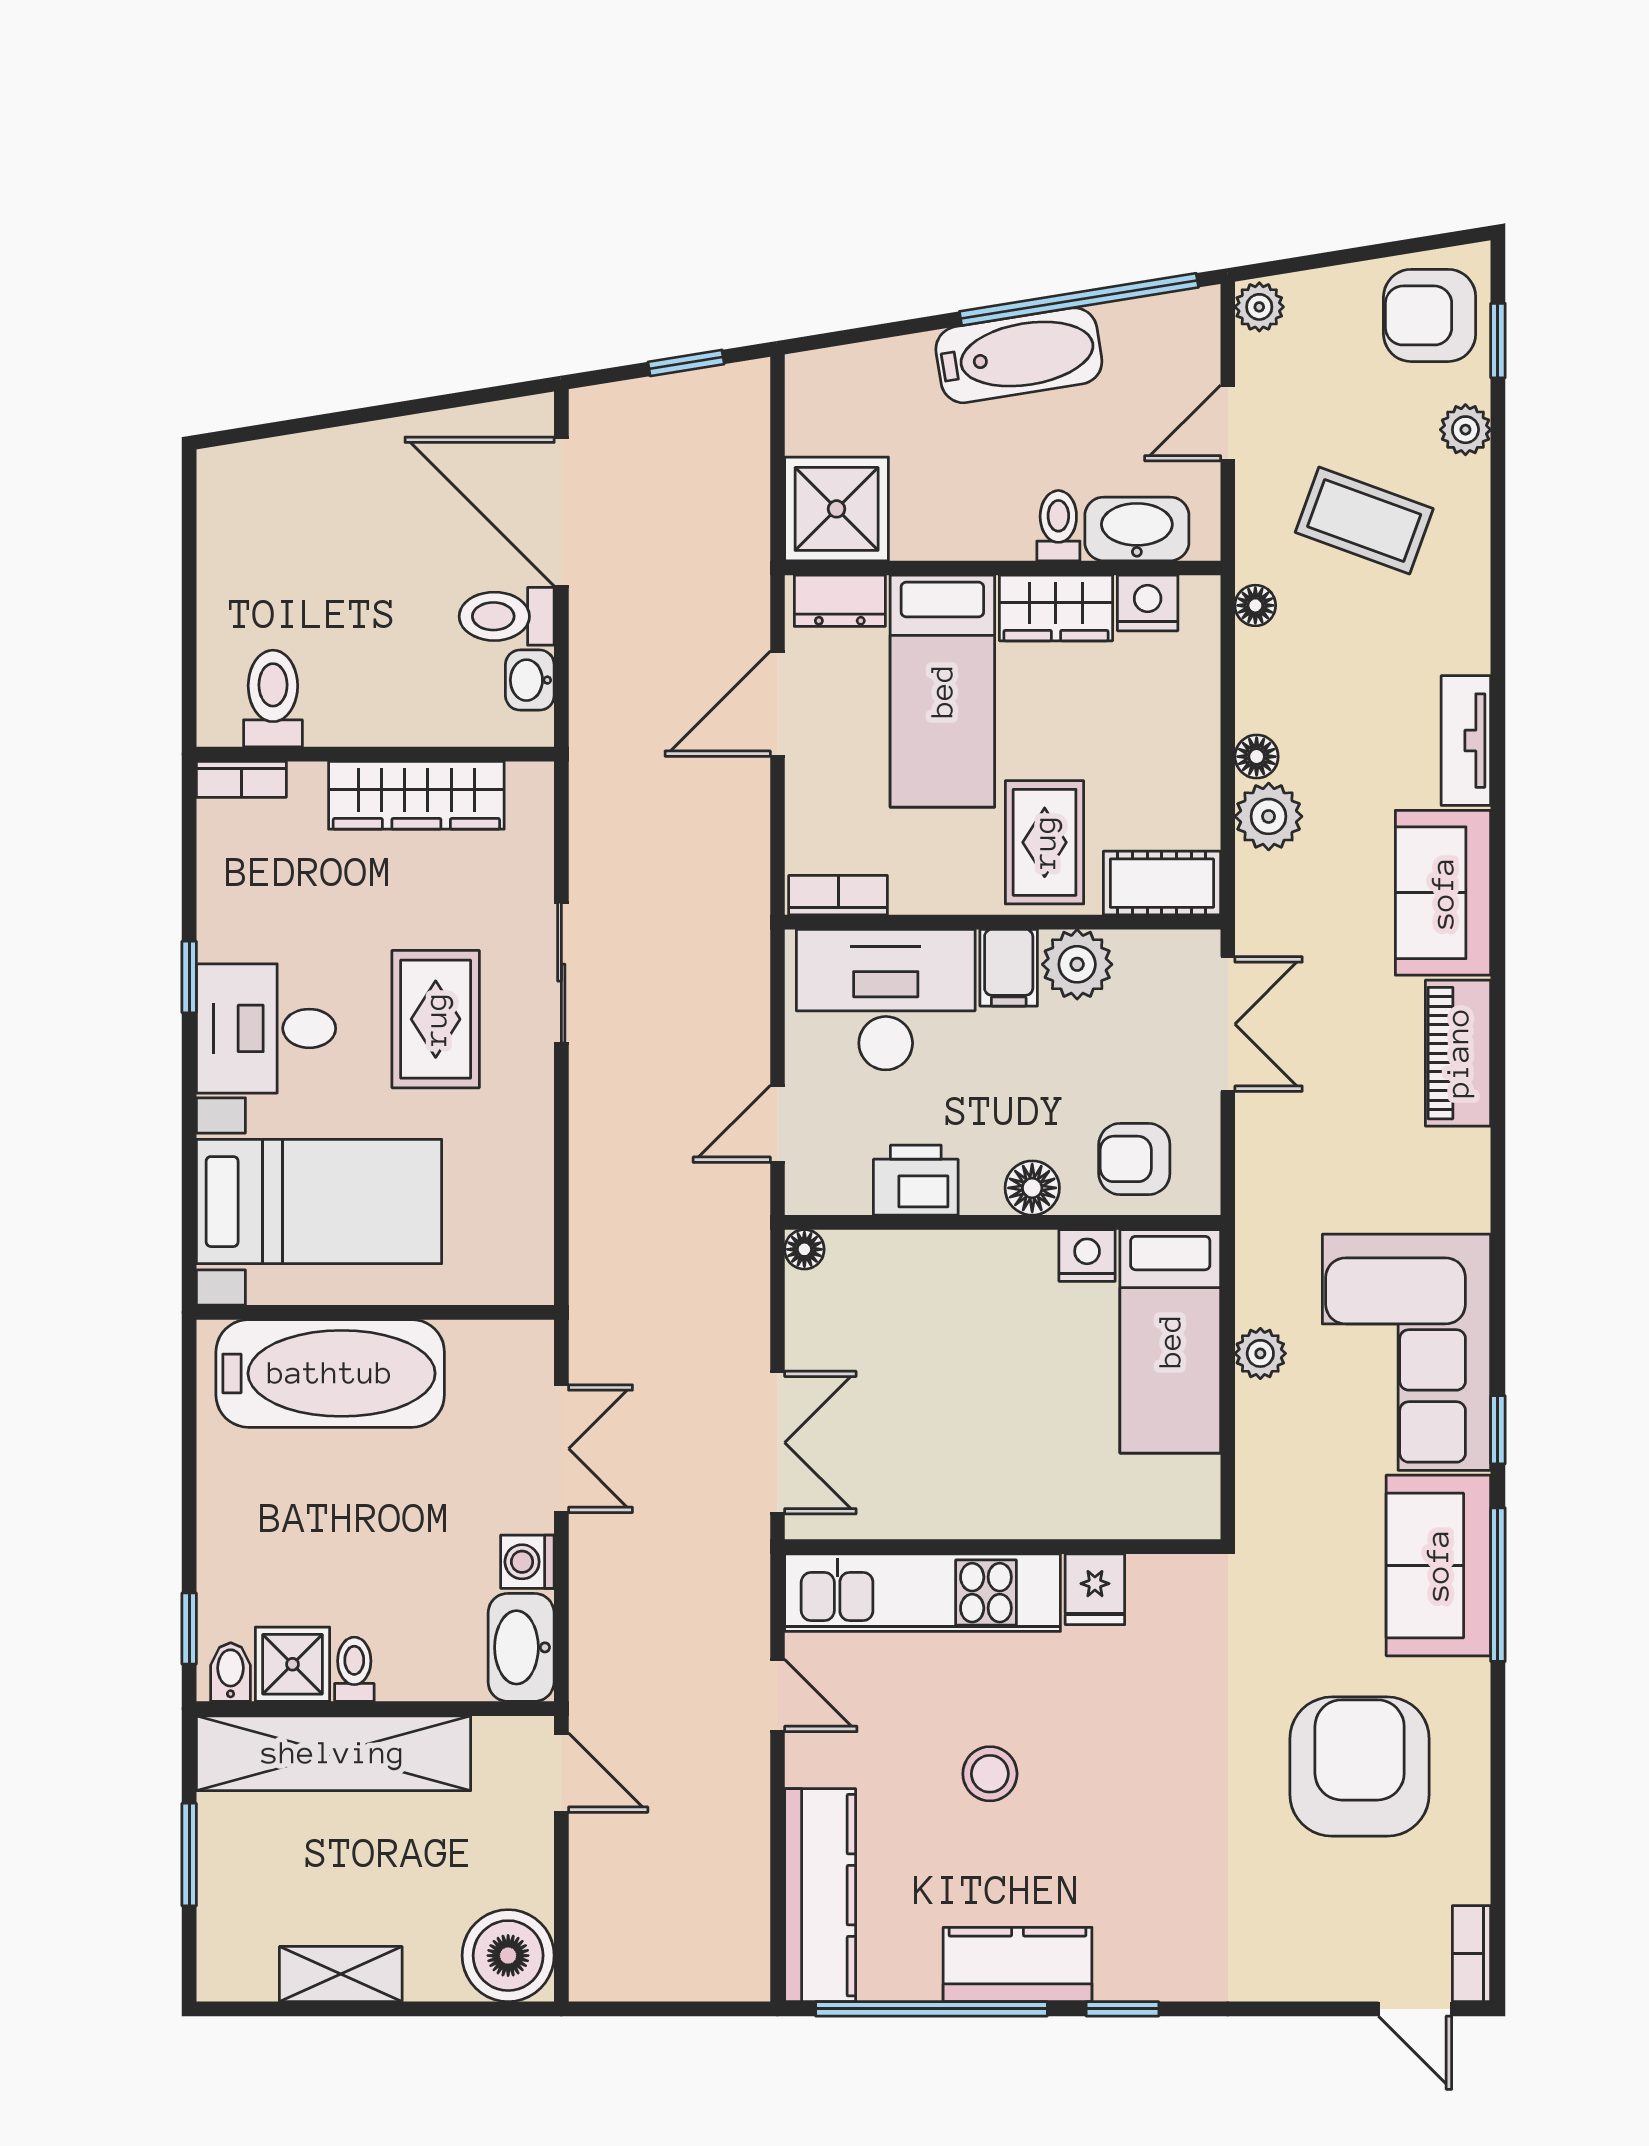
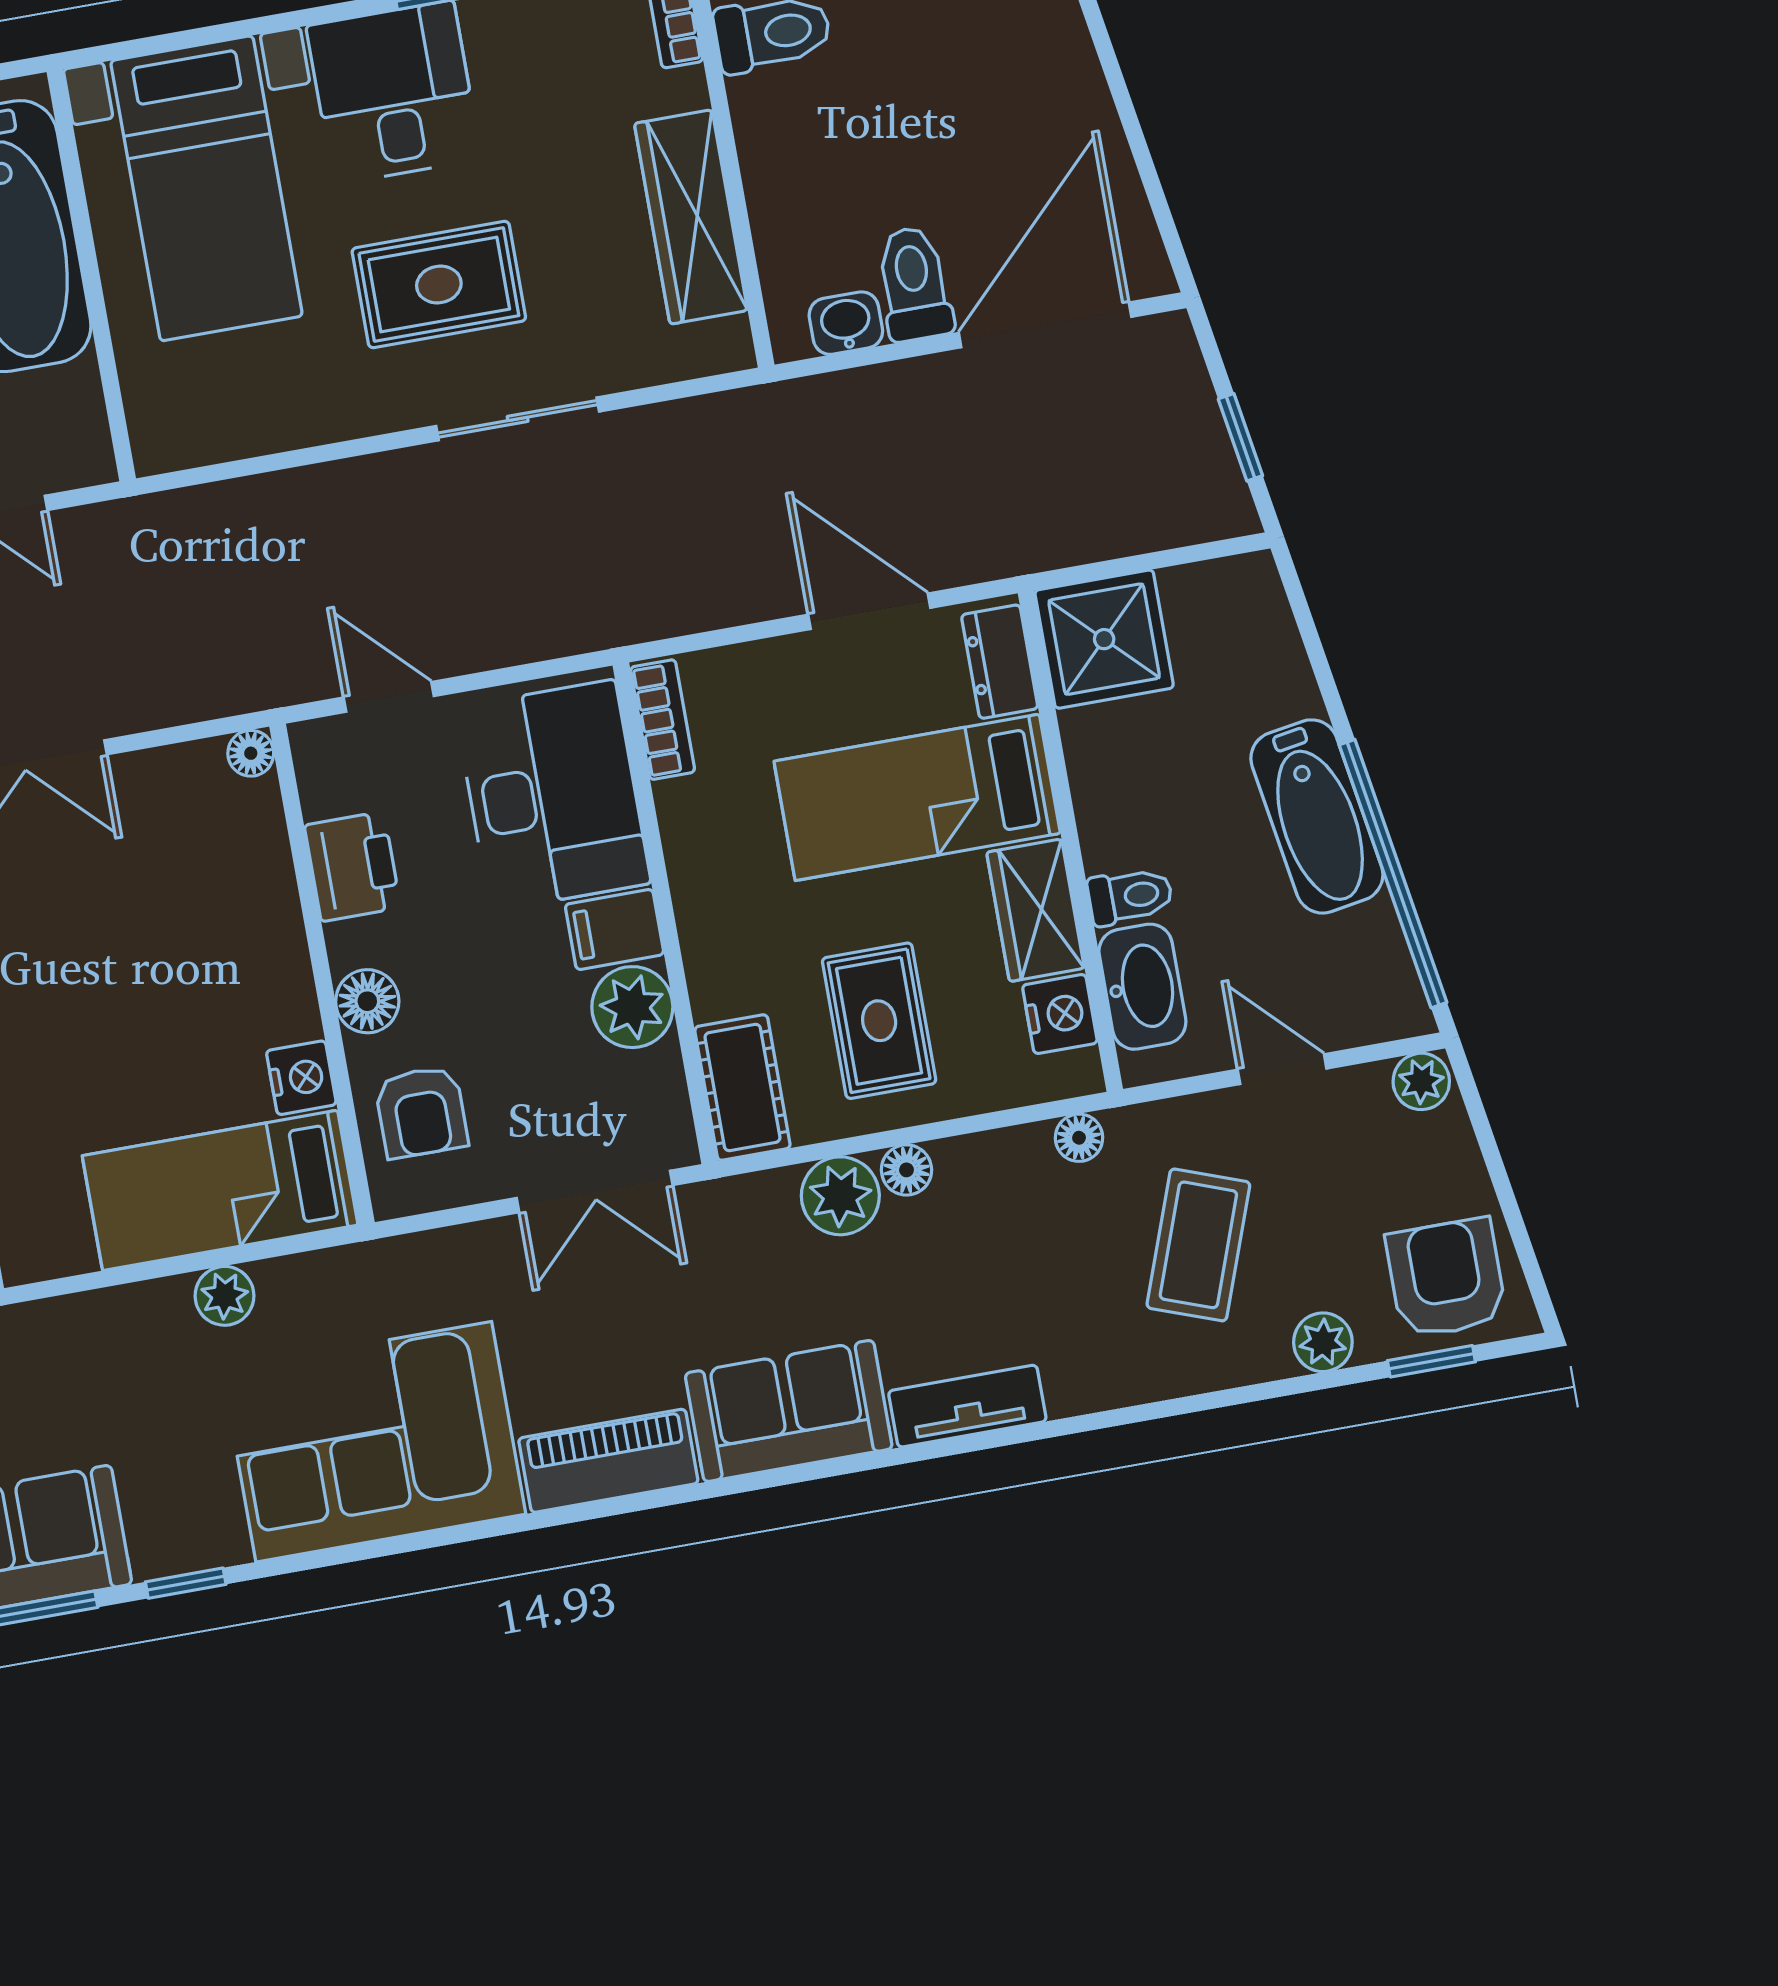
rug: (1045, 842) -> (879, 1021), moved, turned 90
armchair: (1134, 1159) -> (421, 1112), turned 180
corner sofa: (1406, 1352) -> (374, 1442), moved

